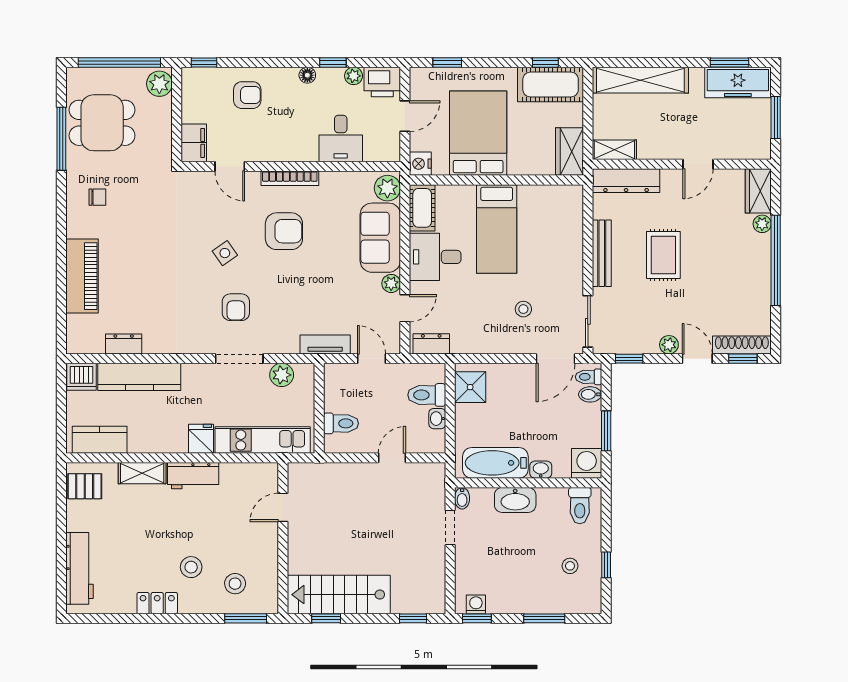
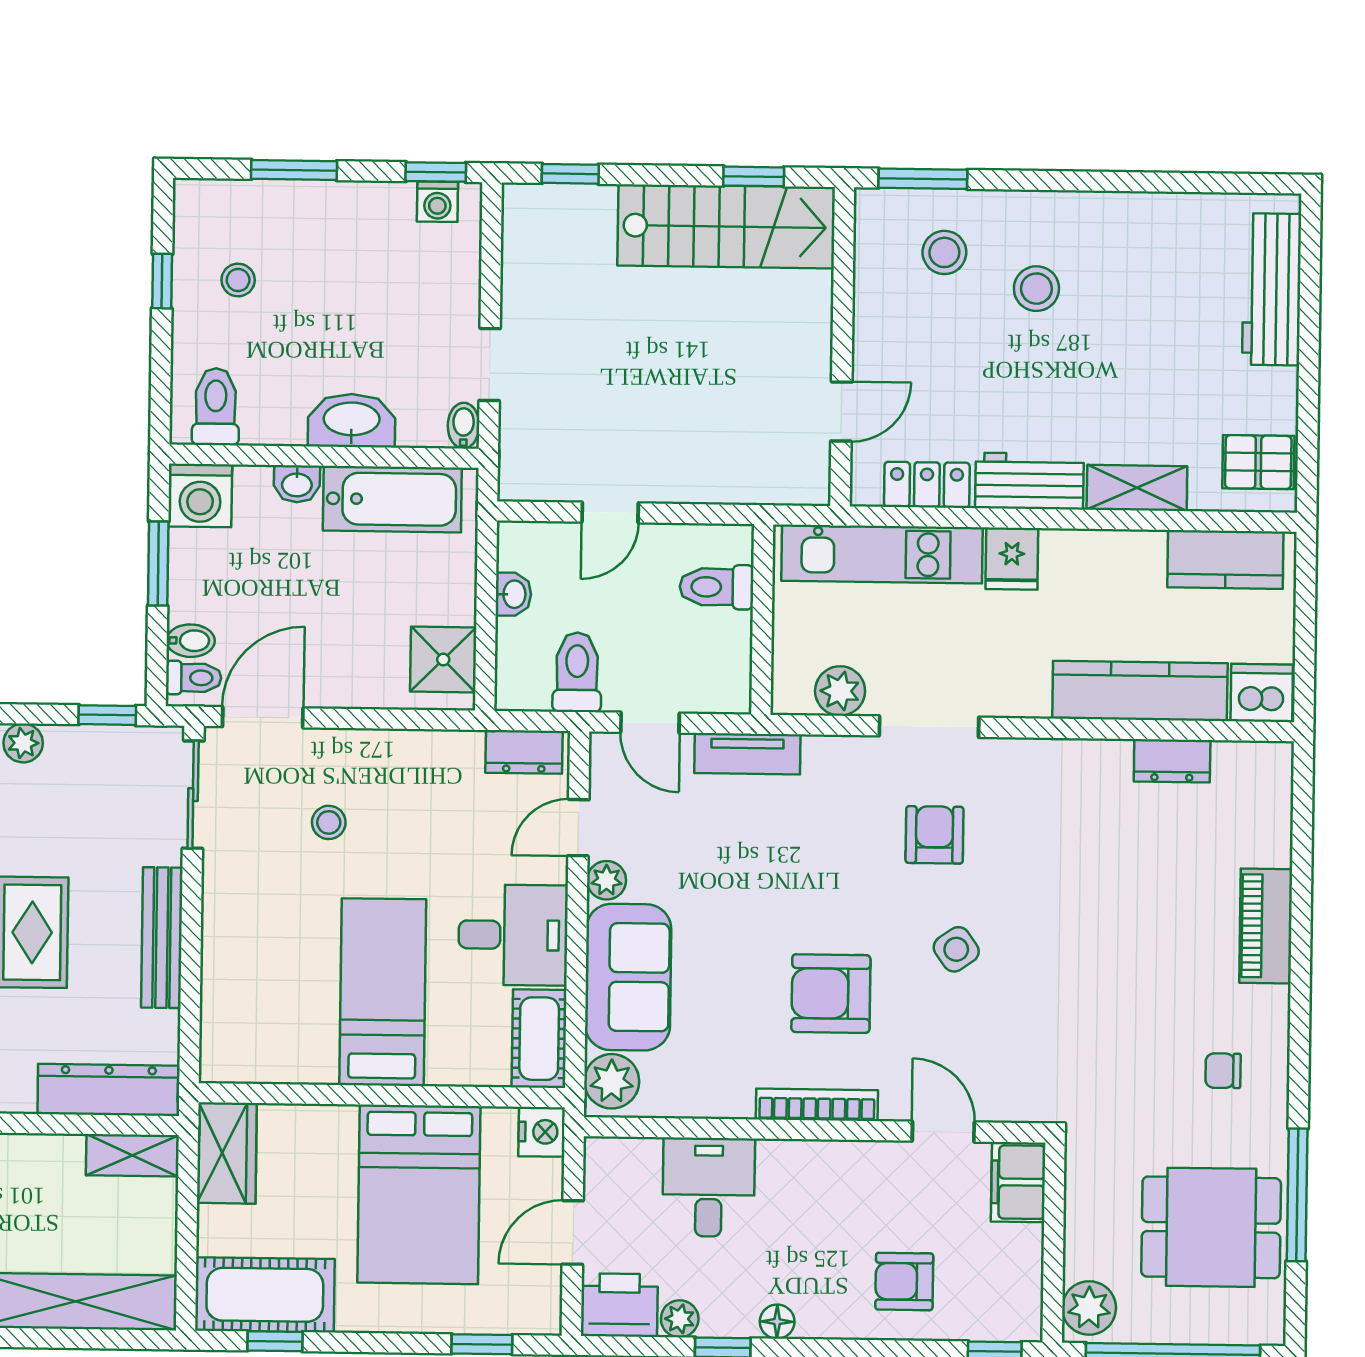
piano: (82, 276) -> (1266, 926), width x0.73, depth x0.75
toilet: (427, 395) -> (577, 672), moved, turned -90
locker: (157, 603) -> (927, 485), moved, turned 180

